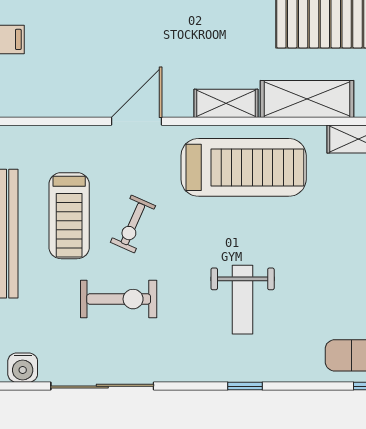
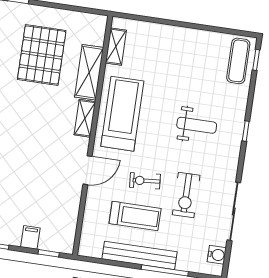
door: (137, 121) -> (87, 170), swing flipped
exercise bike: (133, 224) -> (145, 181), turned 151
exercise bike: (119, 299) -> (186, 195), turned 180

